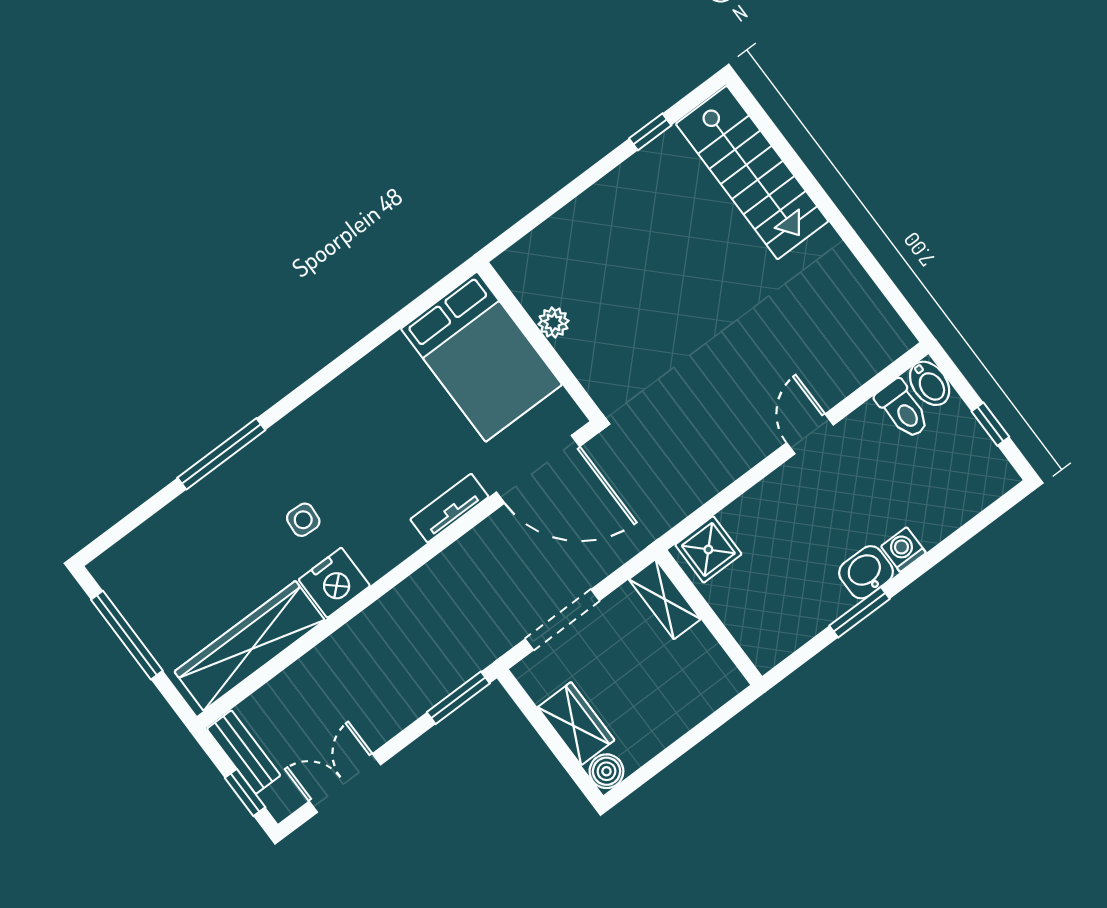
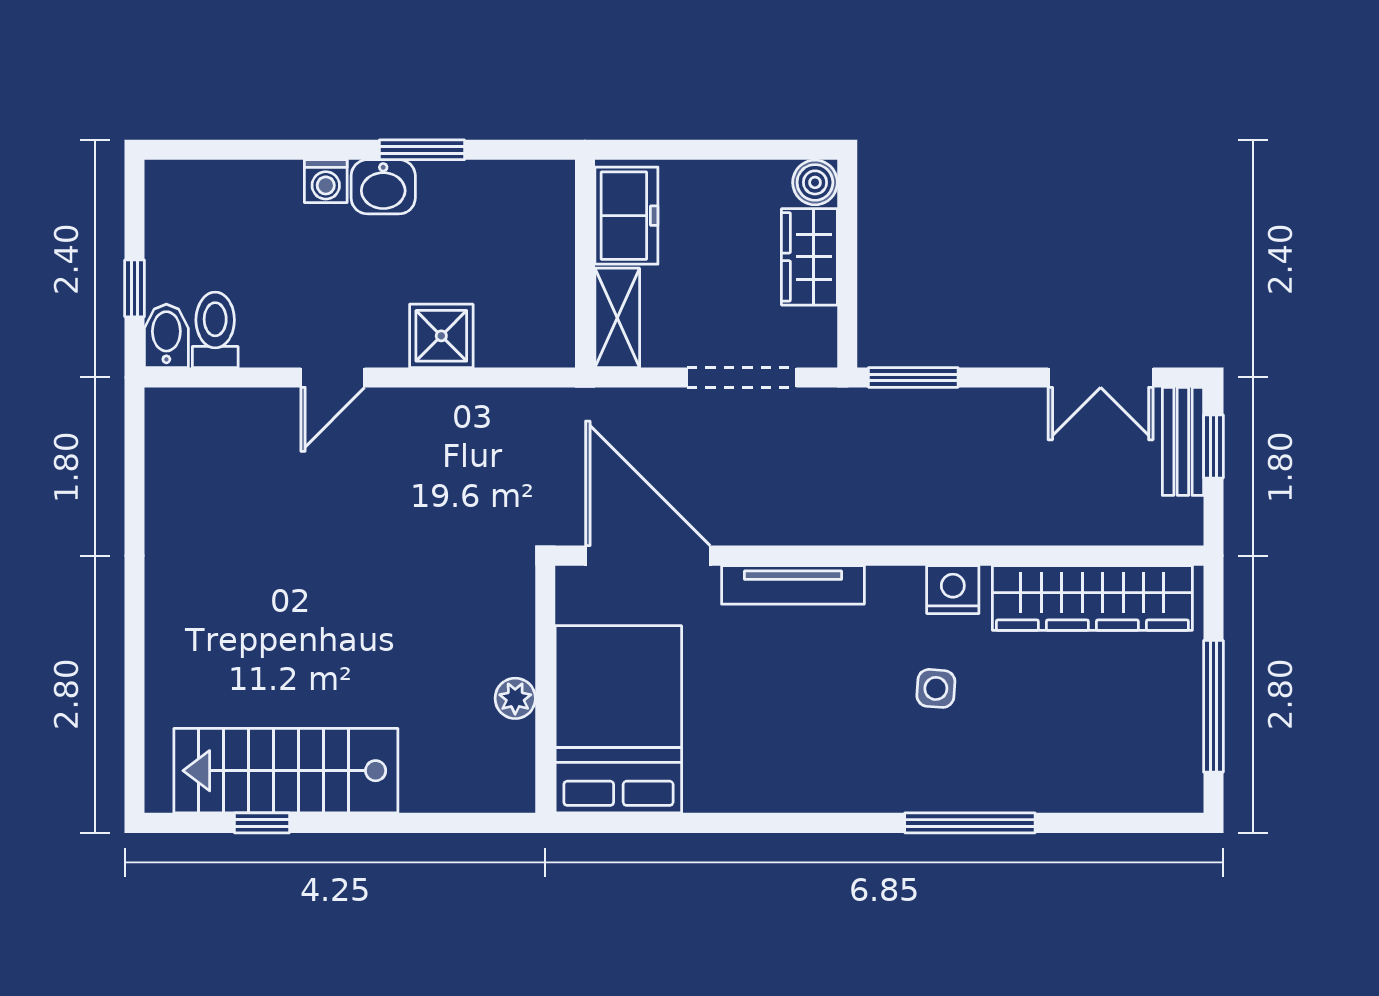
stairs: (752, 173) -> (286, 771), moved, turned -90
window: (990, 424) -> (135, 288), moved
tv unit: (449, 508) -> (793, 585), width x1.41
shower: (708, 549) -> (441, 336), moved
nightstand: (334, 583) -> (953, 590), width x0.74, depth x0.75
freezer: (706, 665) -> (626, 216), added
bench: (244, 752) -> (1183, 441), moved

